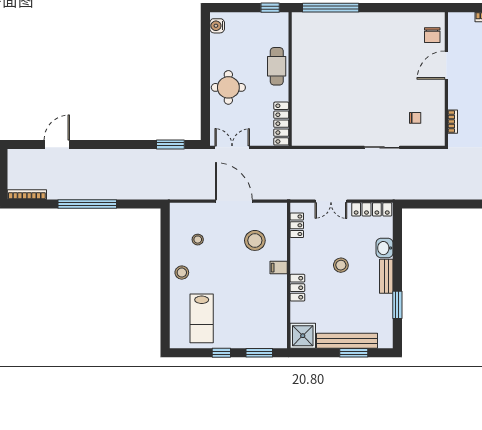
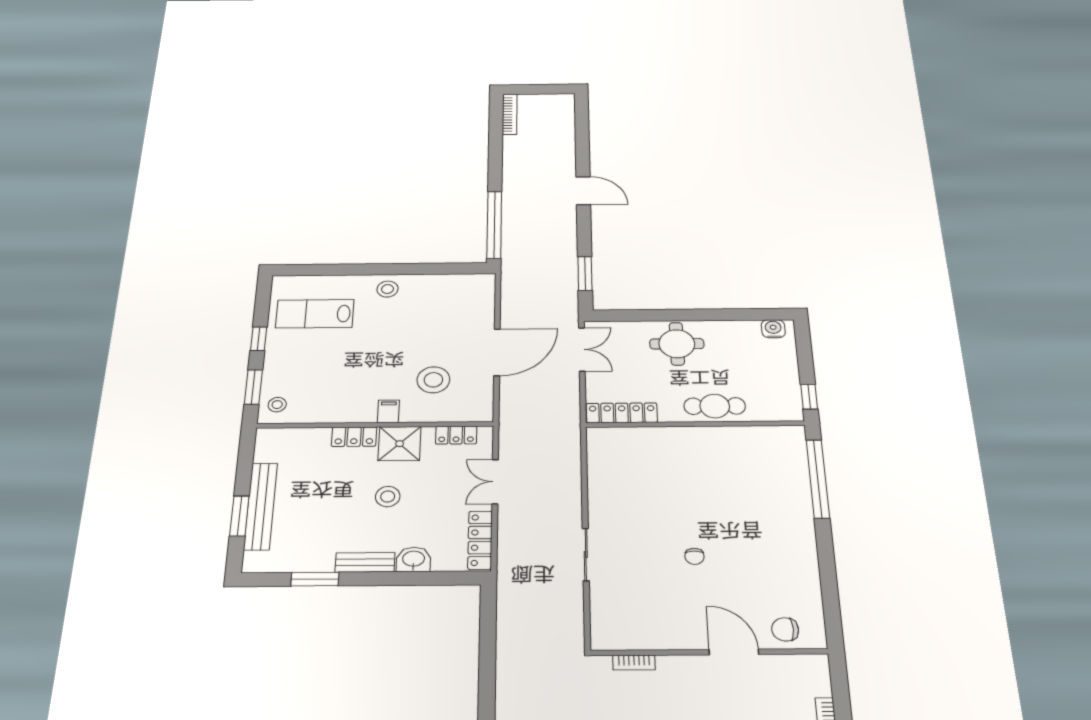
chair: (415, 118) -> (694, 556), moved
door: (57, 144) -> (583, 191), moved
window: (87, 204) -> (494, 225), moved
stool: (198, 240) -> (277, 405), moved
shower: (303, 336) -> (400, 444), moved

